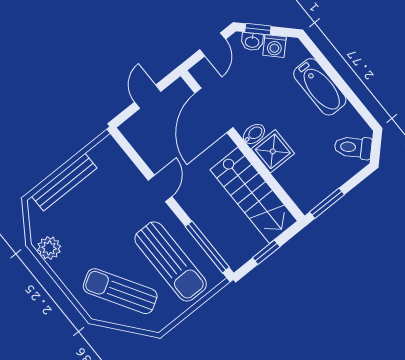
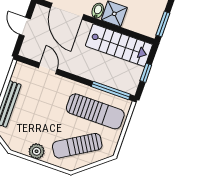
door: (160, 188) -> (48, 68), moved
plant: (49, 248) -> (37, 151), moved

